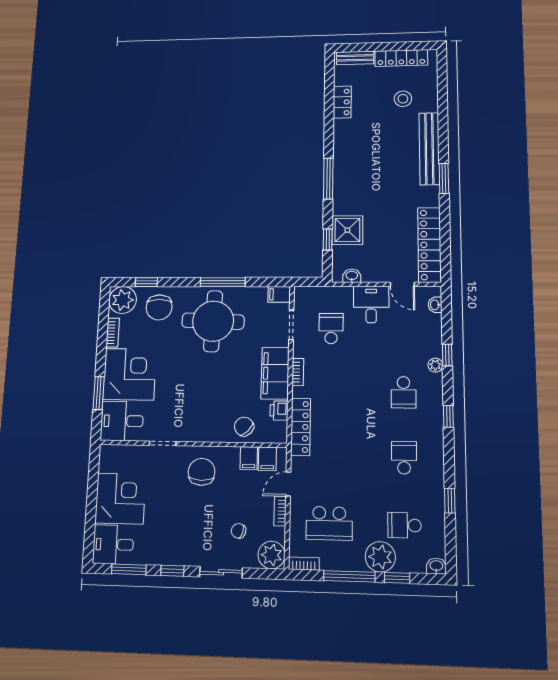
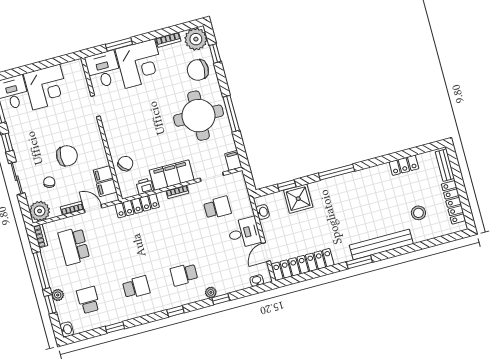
chair: (202, 472) -> (67, 156), moved
plant: (380, 557) -> (58, 295), width x0.53, depth x0.53

